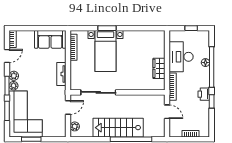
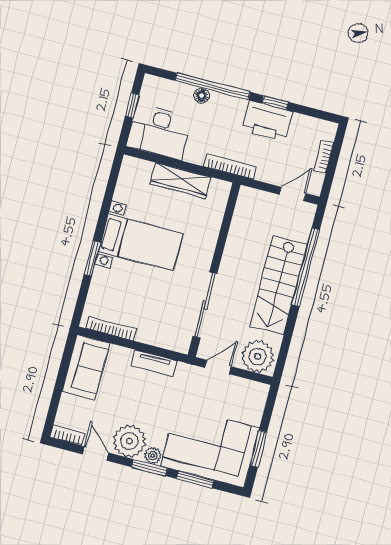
bed with nightstands: (106, 51) -> (141, 242), moved
desk: (181, 57) -> (159, 132), moved
wardrobe: (159, 68) -> (181, 181), width x1.50
plant: (14, 76) -> (129, 441), width x1.88, depth x1.88
printer: (204, 94) -> (267, 121), width x1.87, depth x1.48
door: (68, 107) -> (218, 367), hinge flipped
door: (167, 112) -> (293, 194), moved
plant: (75, 126) -> (258, 356), width x1.87, depth x1.87

